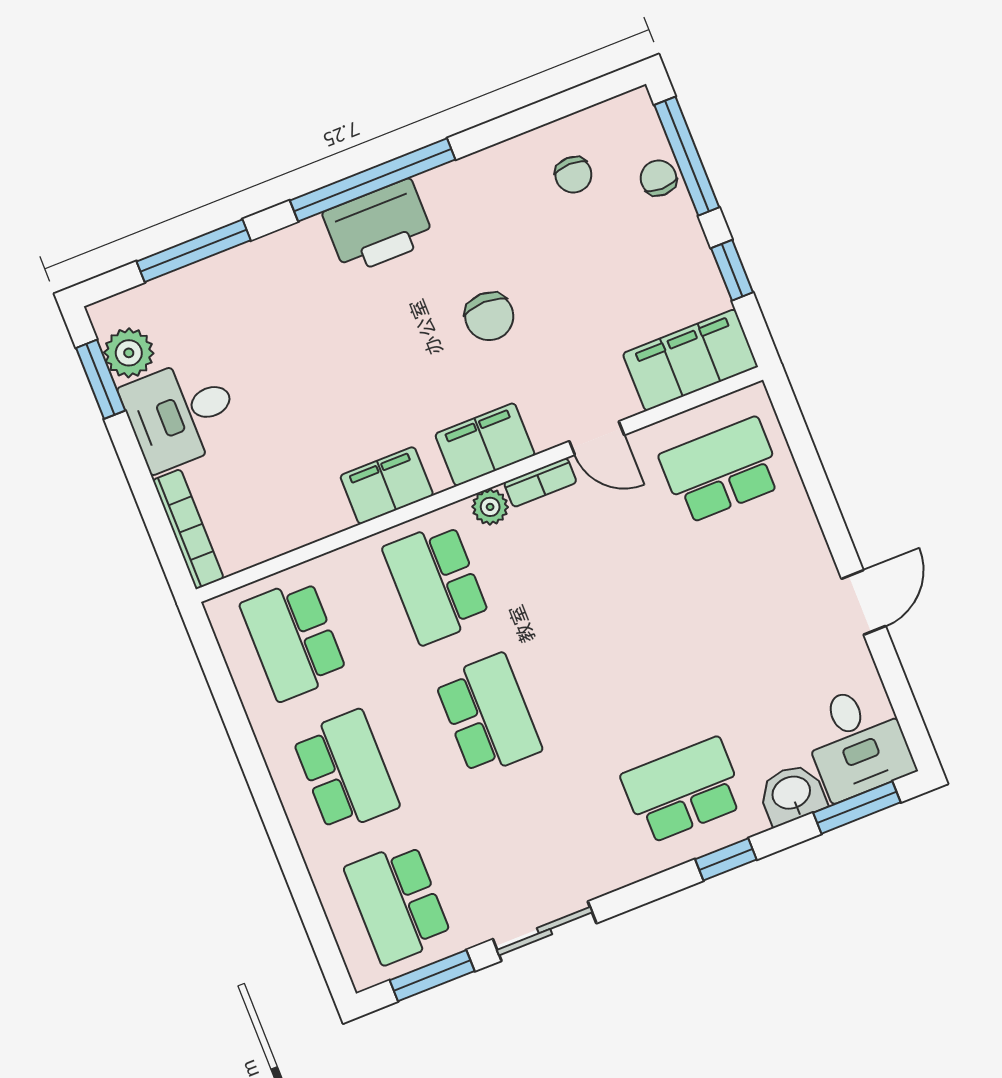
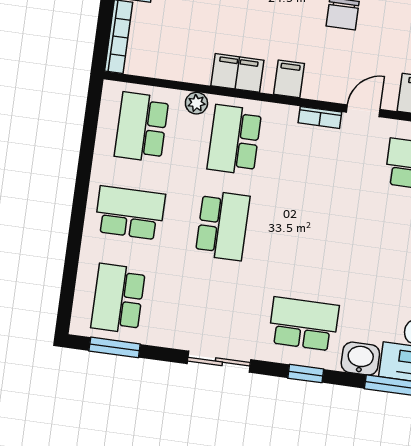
door: (597, 438) -> (363, 111), swing flipped
filing cabinet: (485, 444) -> (289, 79), width x0.50
plant: (490, 507) -> (196, 103), moved
school desk: (346, 771) -> (130, 213), turned -90
sliding door: (545, 931) -> (219, 362), moved

